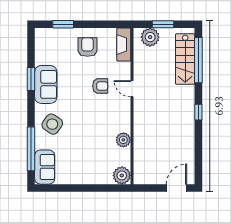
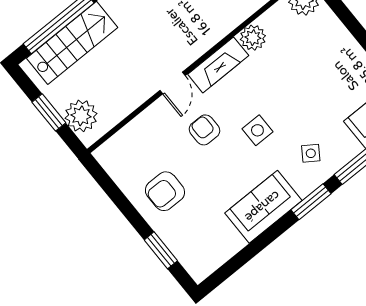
fireplace: (124, 45) -> (218, 65), moved
window: (31, 79) -> (311, 202), moved
side table: (81, 109) -> (257, 130), added
side table: (52, 124) -> (311, 153), width x0.54, depth x0.54

